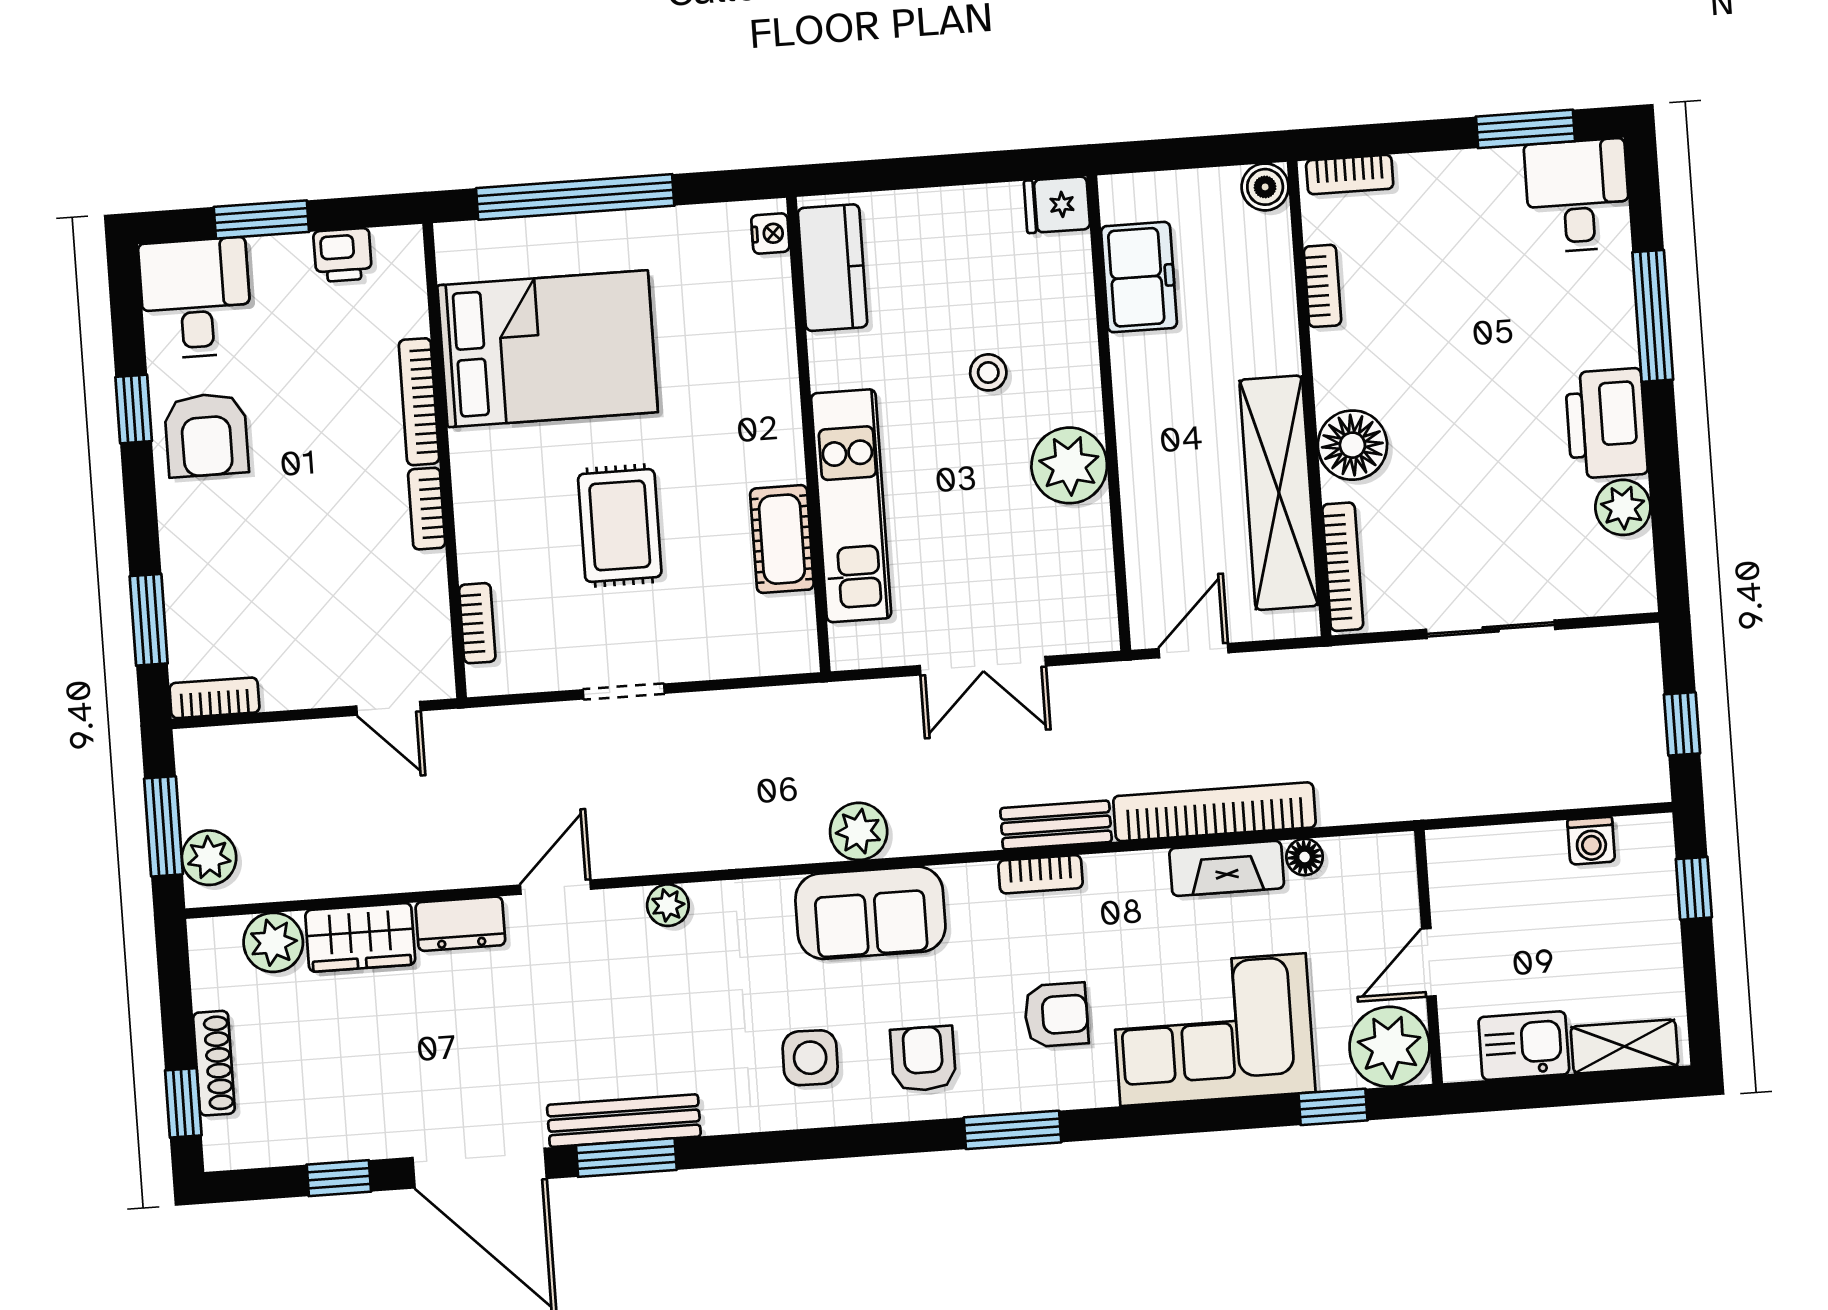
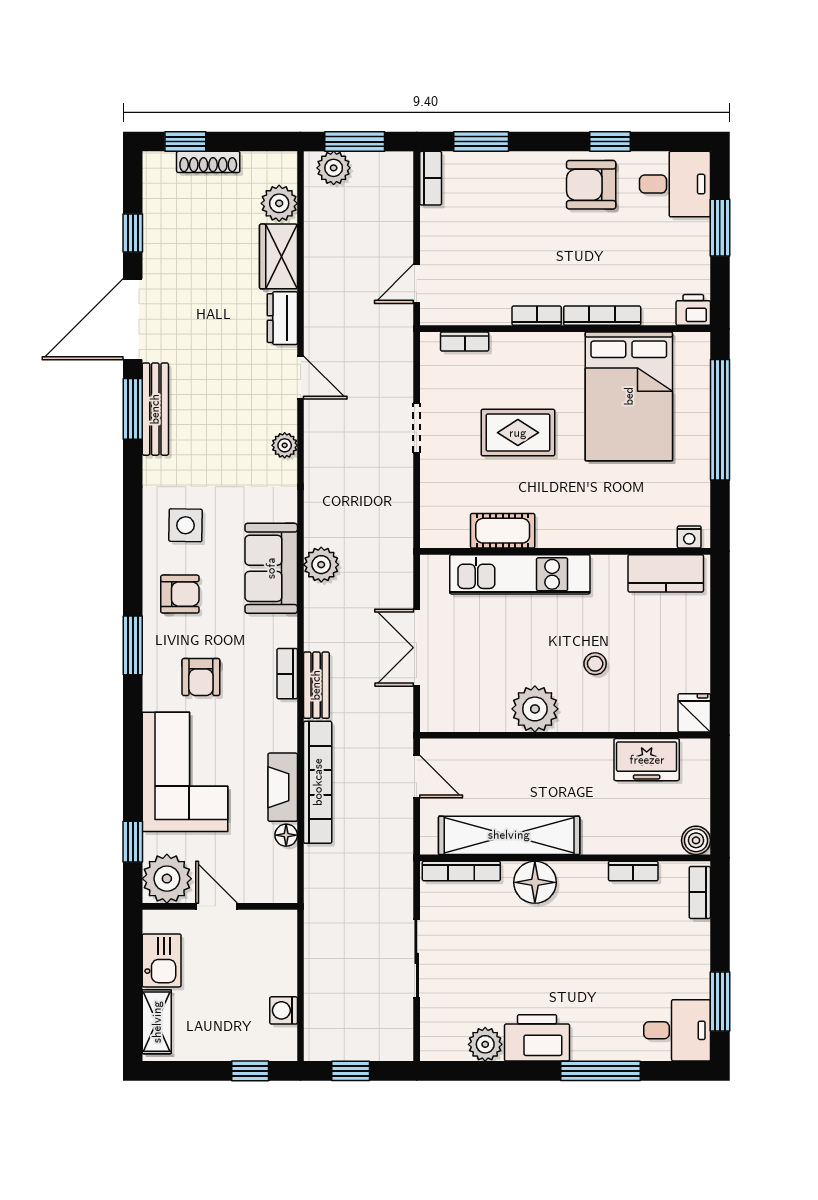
printer: (343, 255) -> (693, 310), moved, turned 90

